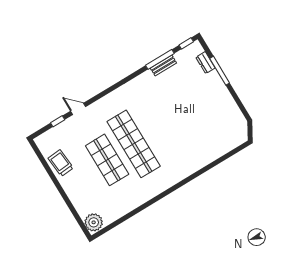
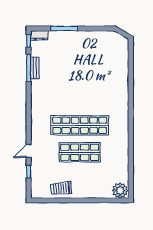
dresser: (205, 63) -> (39, 35), moved

